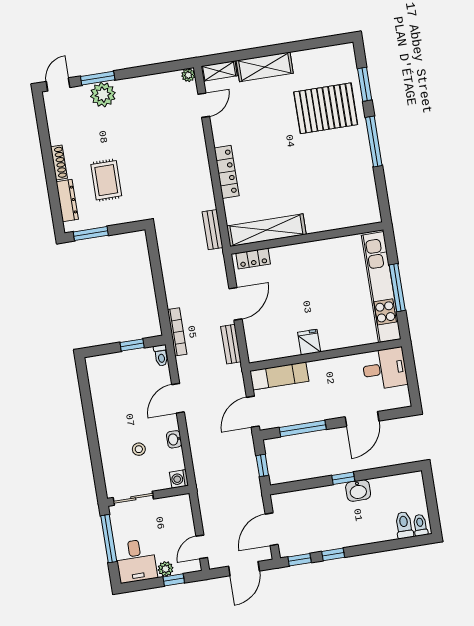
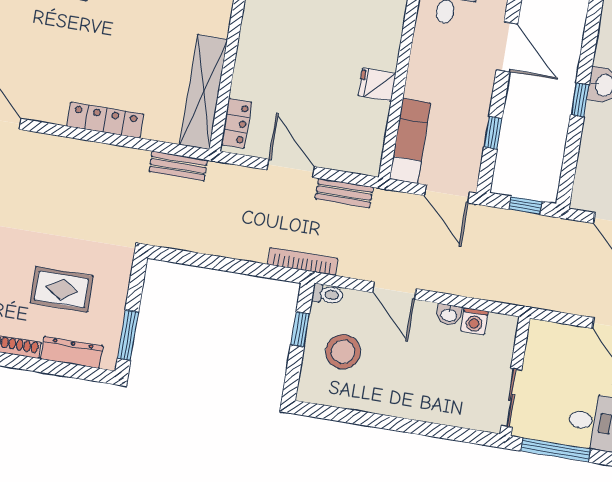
window: (303, 428) -> (493, 133), width x0.46
stool: (139, 449) -> (343, 352), moved, width x1.89, depth x1.89
washing machine: (179, 479) -> (475, 321), moved

